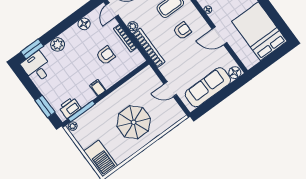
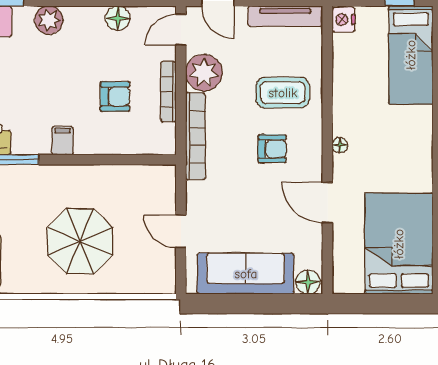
plant: (133, 26) -> (204, 73), width x1.88, depth x1.88

